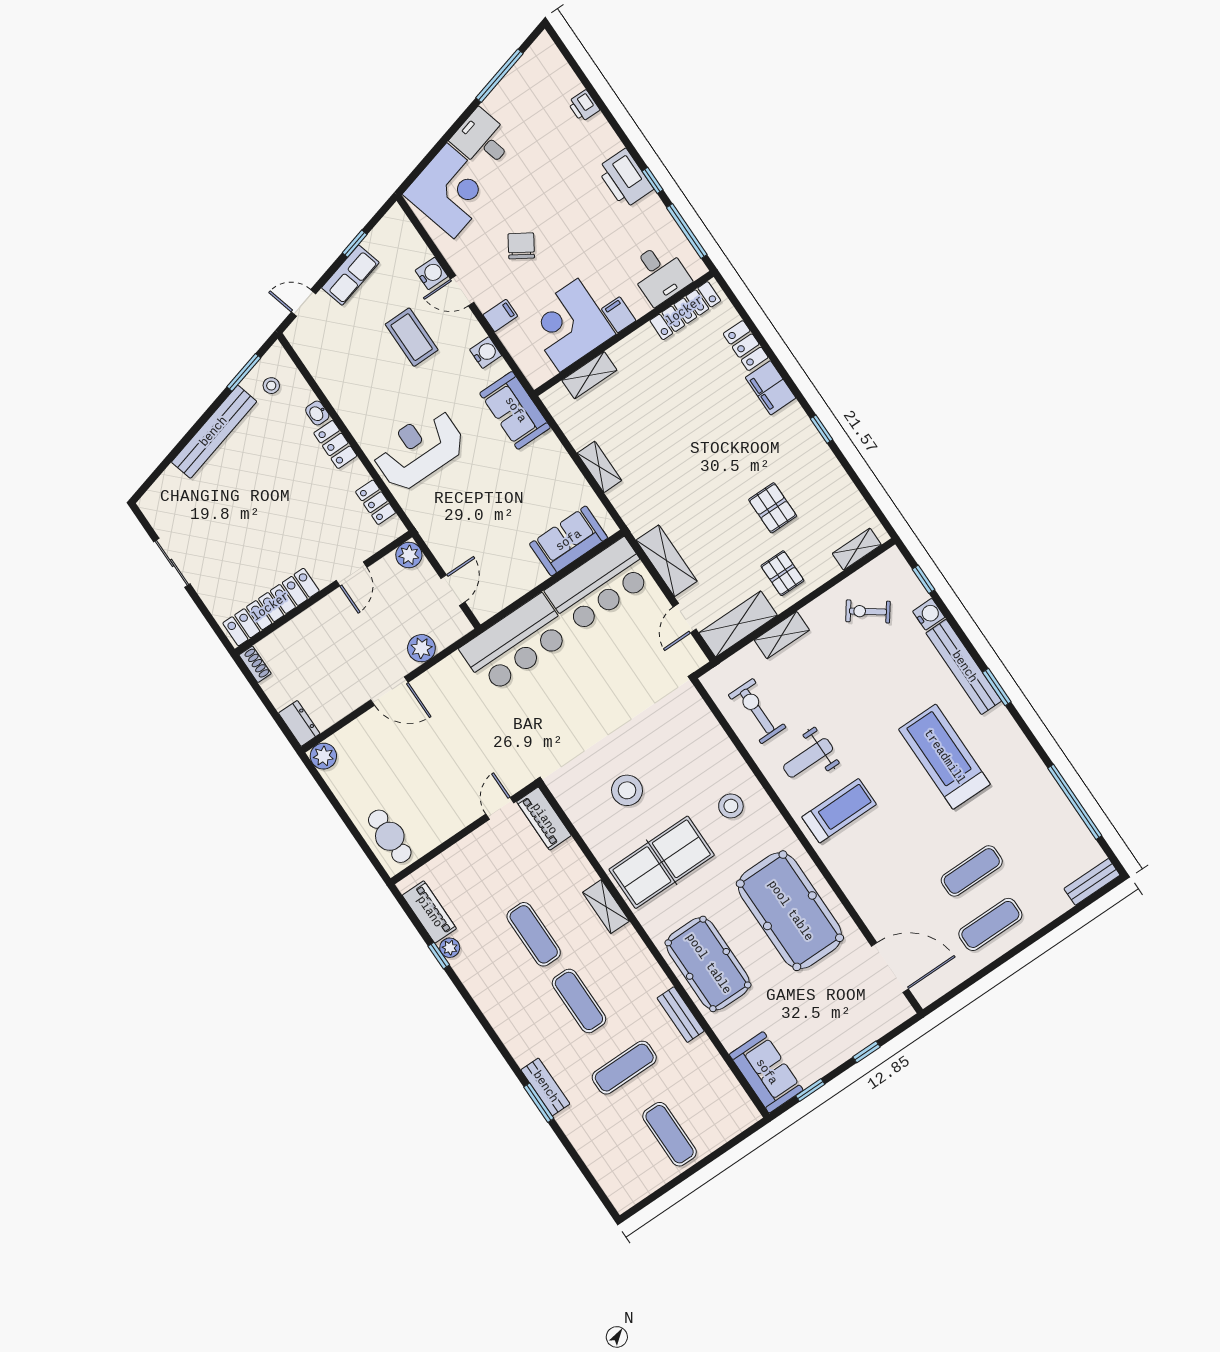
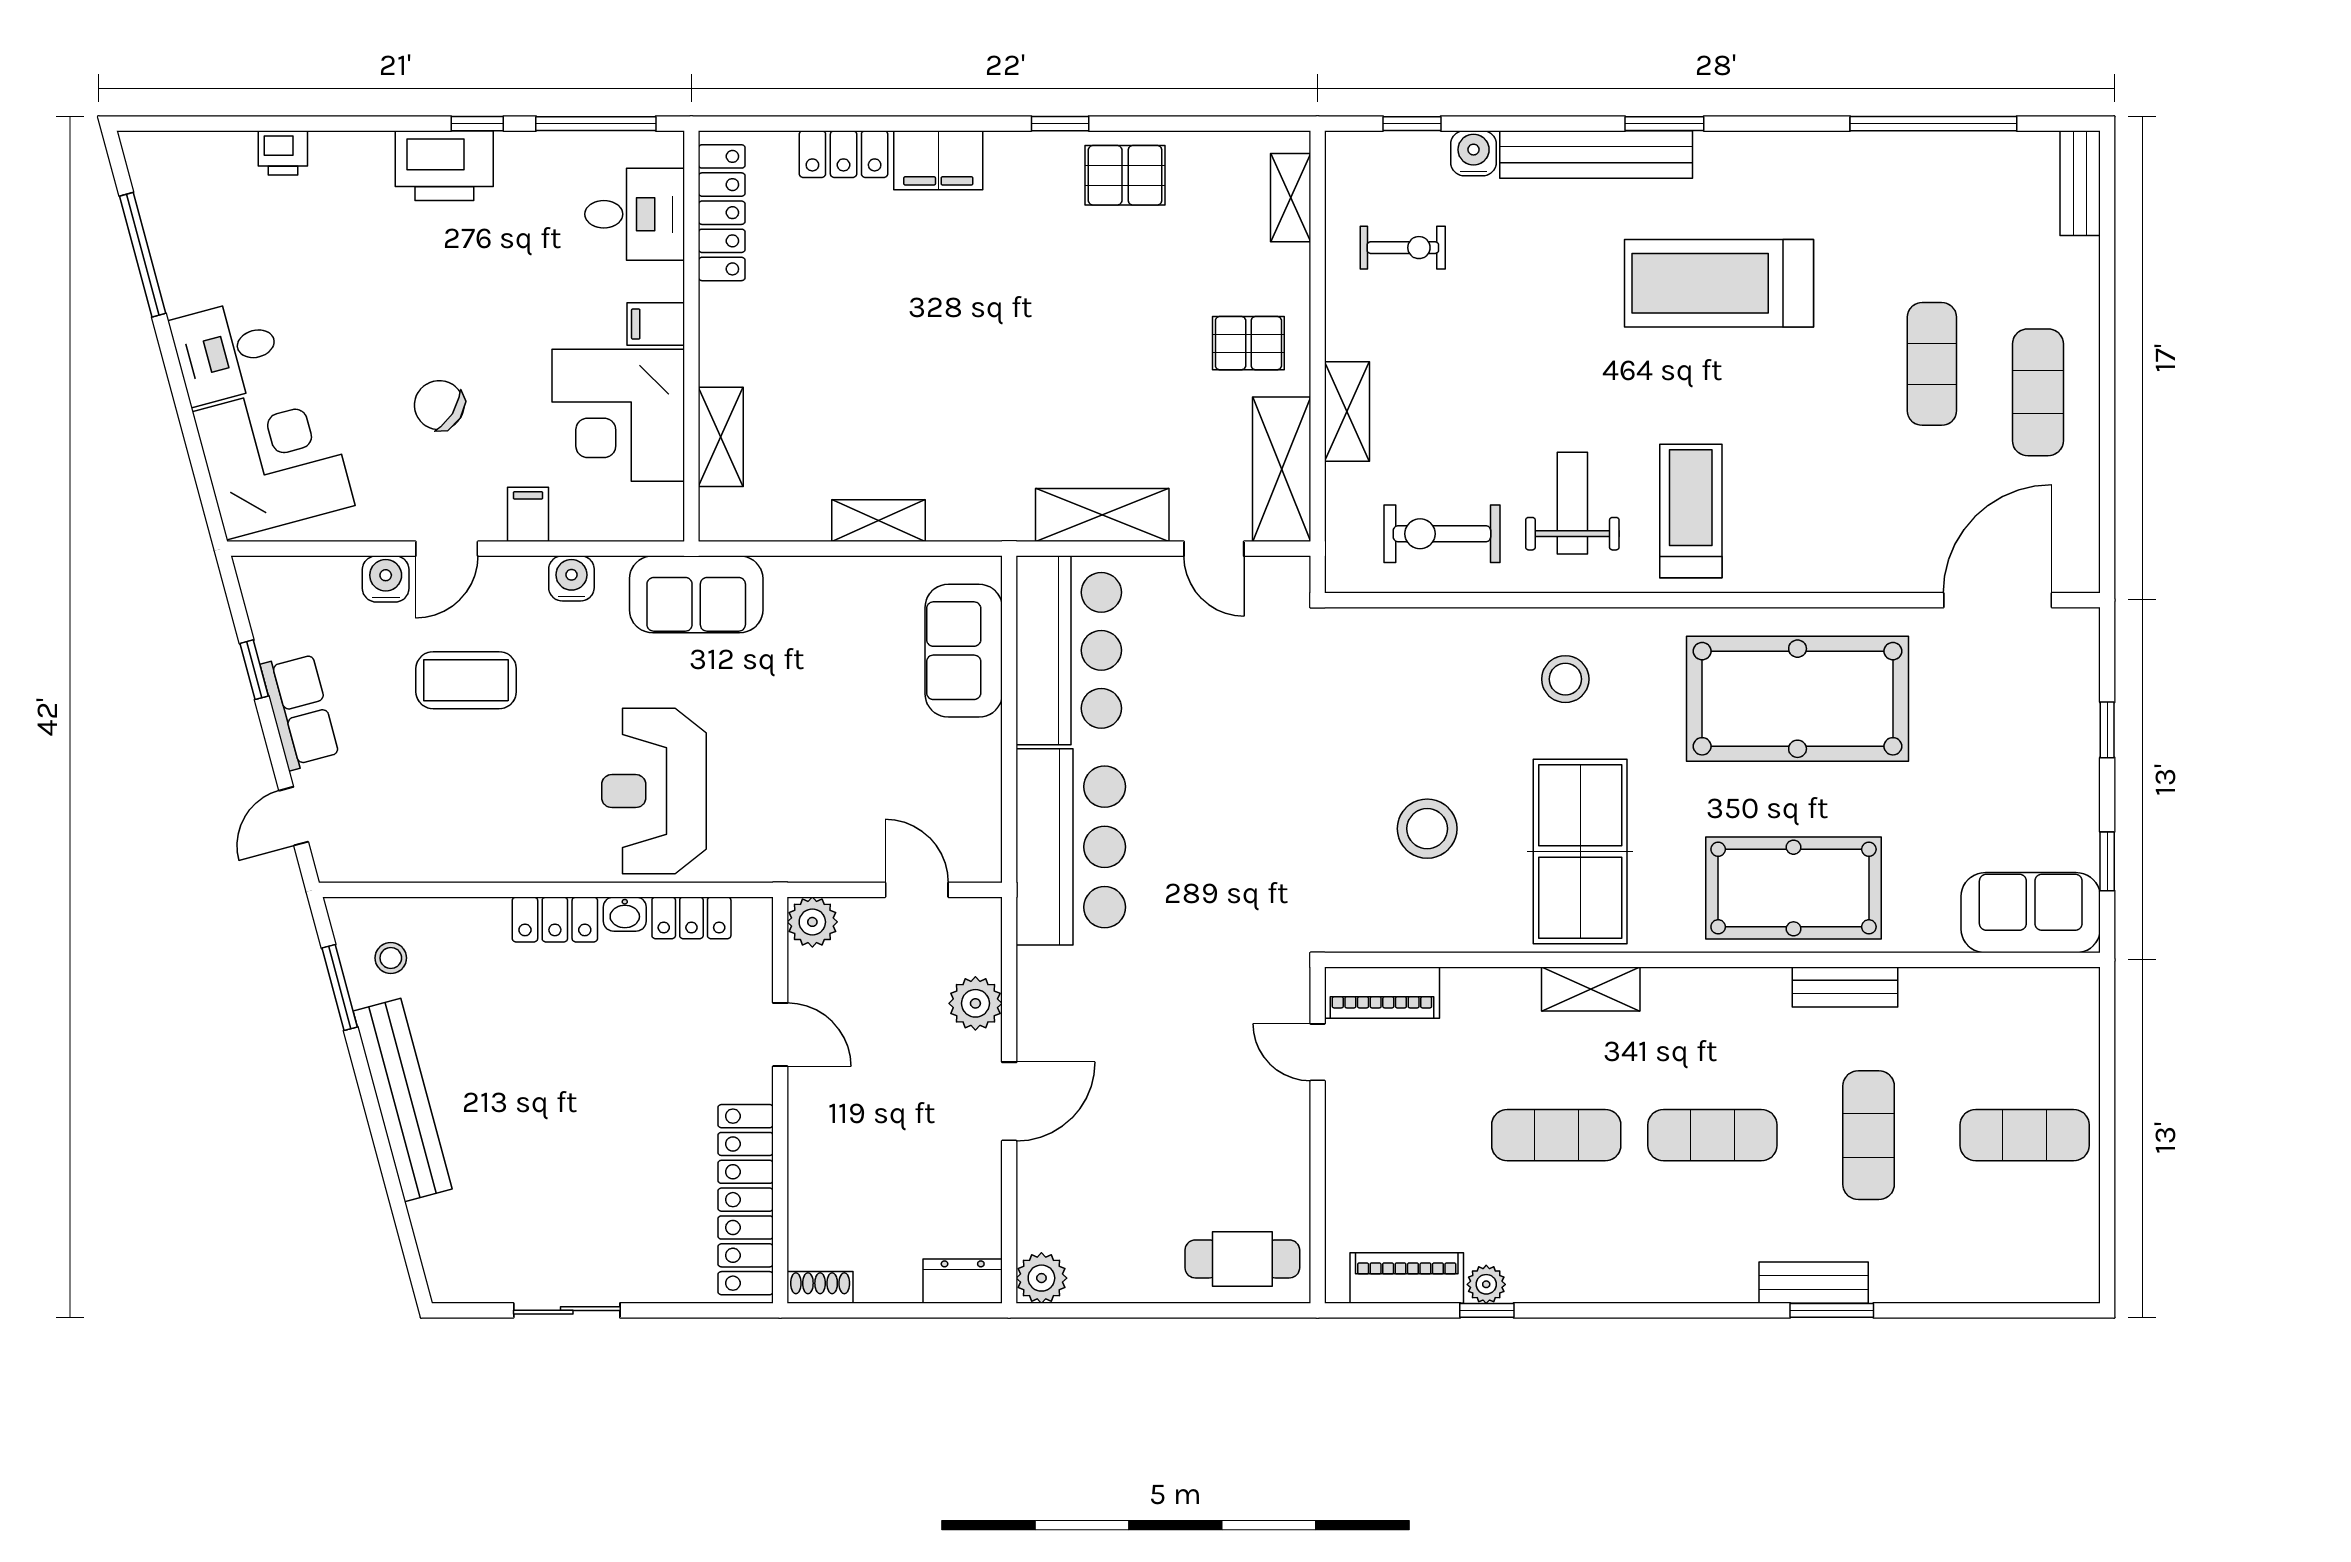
washbasin: (317, 413) -> (625, 914), moved
pallet: (773, 508) -> (1125, 175), moved
exercise bike: (868, 611) -> (1403, 248), turned -126
weight bench: (808, 758) -> (1572, 503), turned 180

